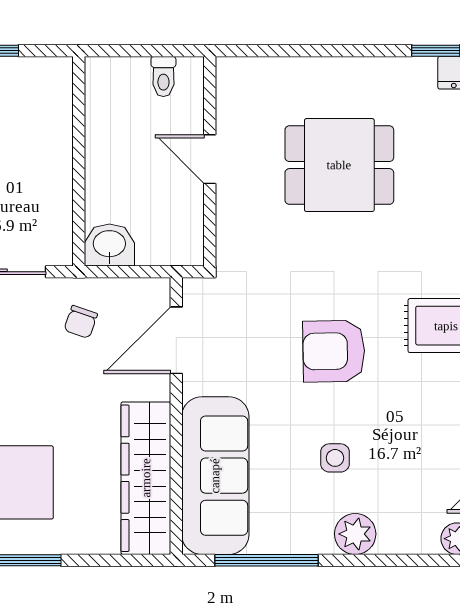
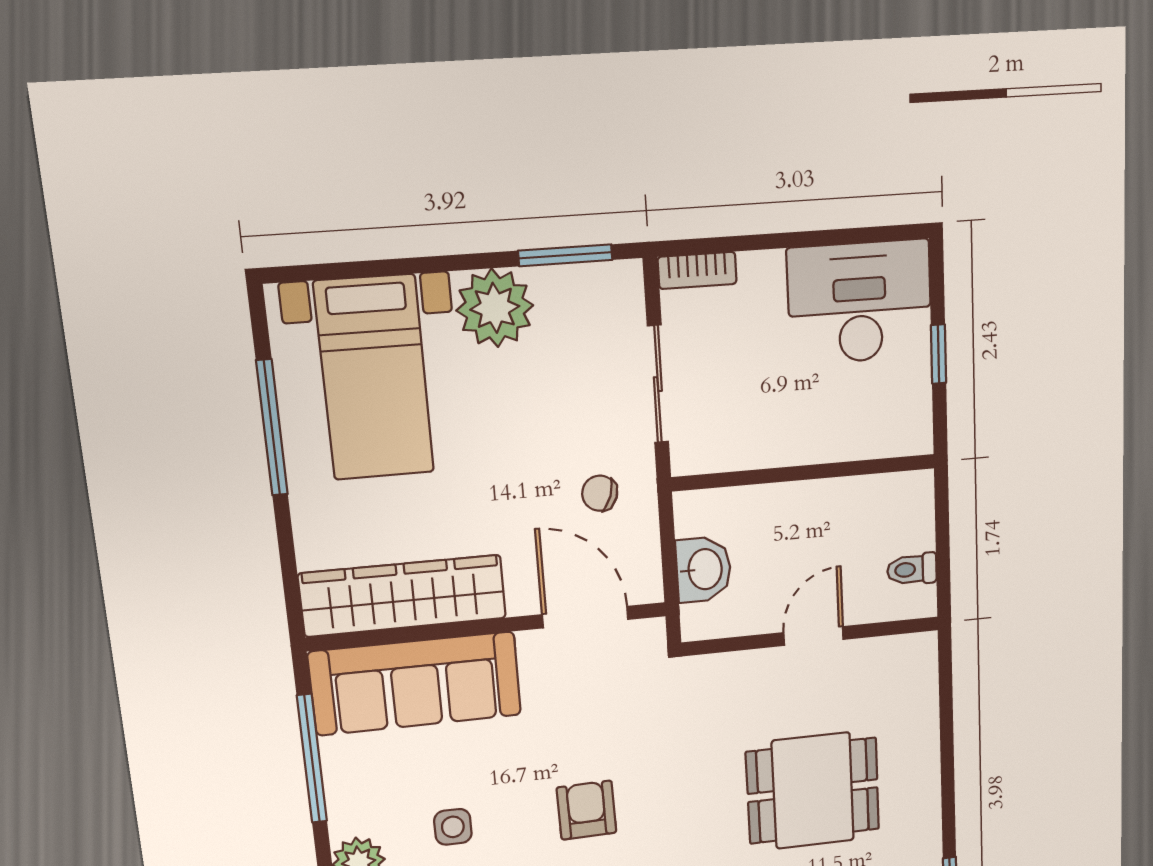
dining table: (339, 165) -> (813, 791), turned 90
washbasin: (109, 245) -> (704, 569), moved
armchair: (334, 351) -> (586, 810), width x0.72, depth x0.72

